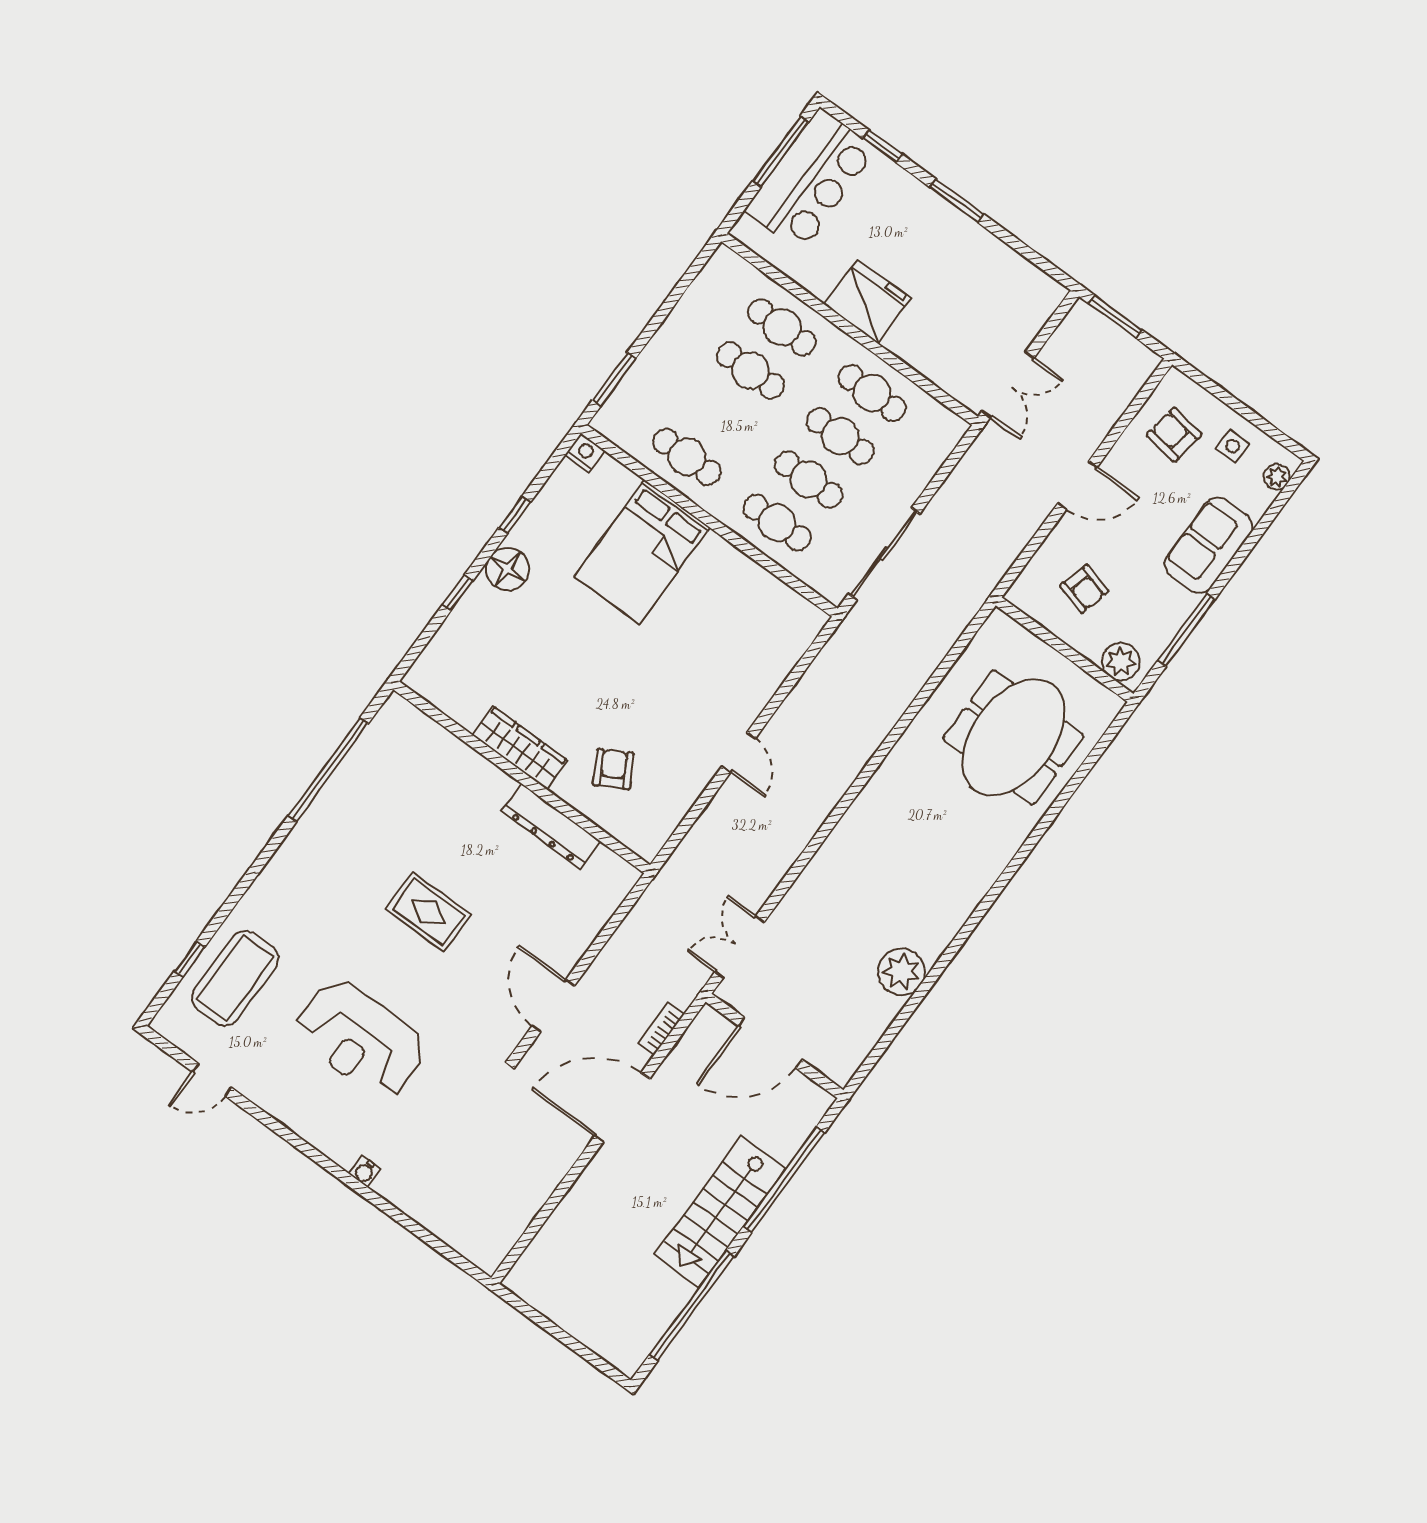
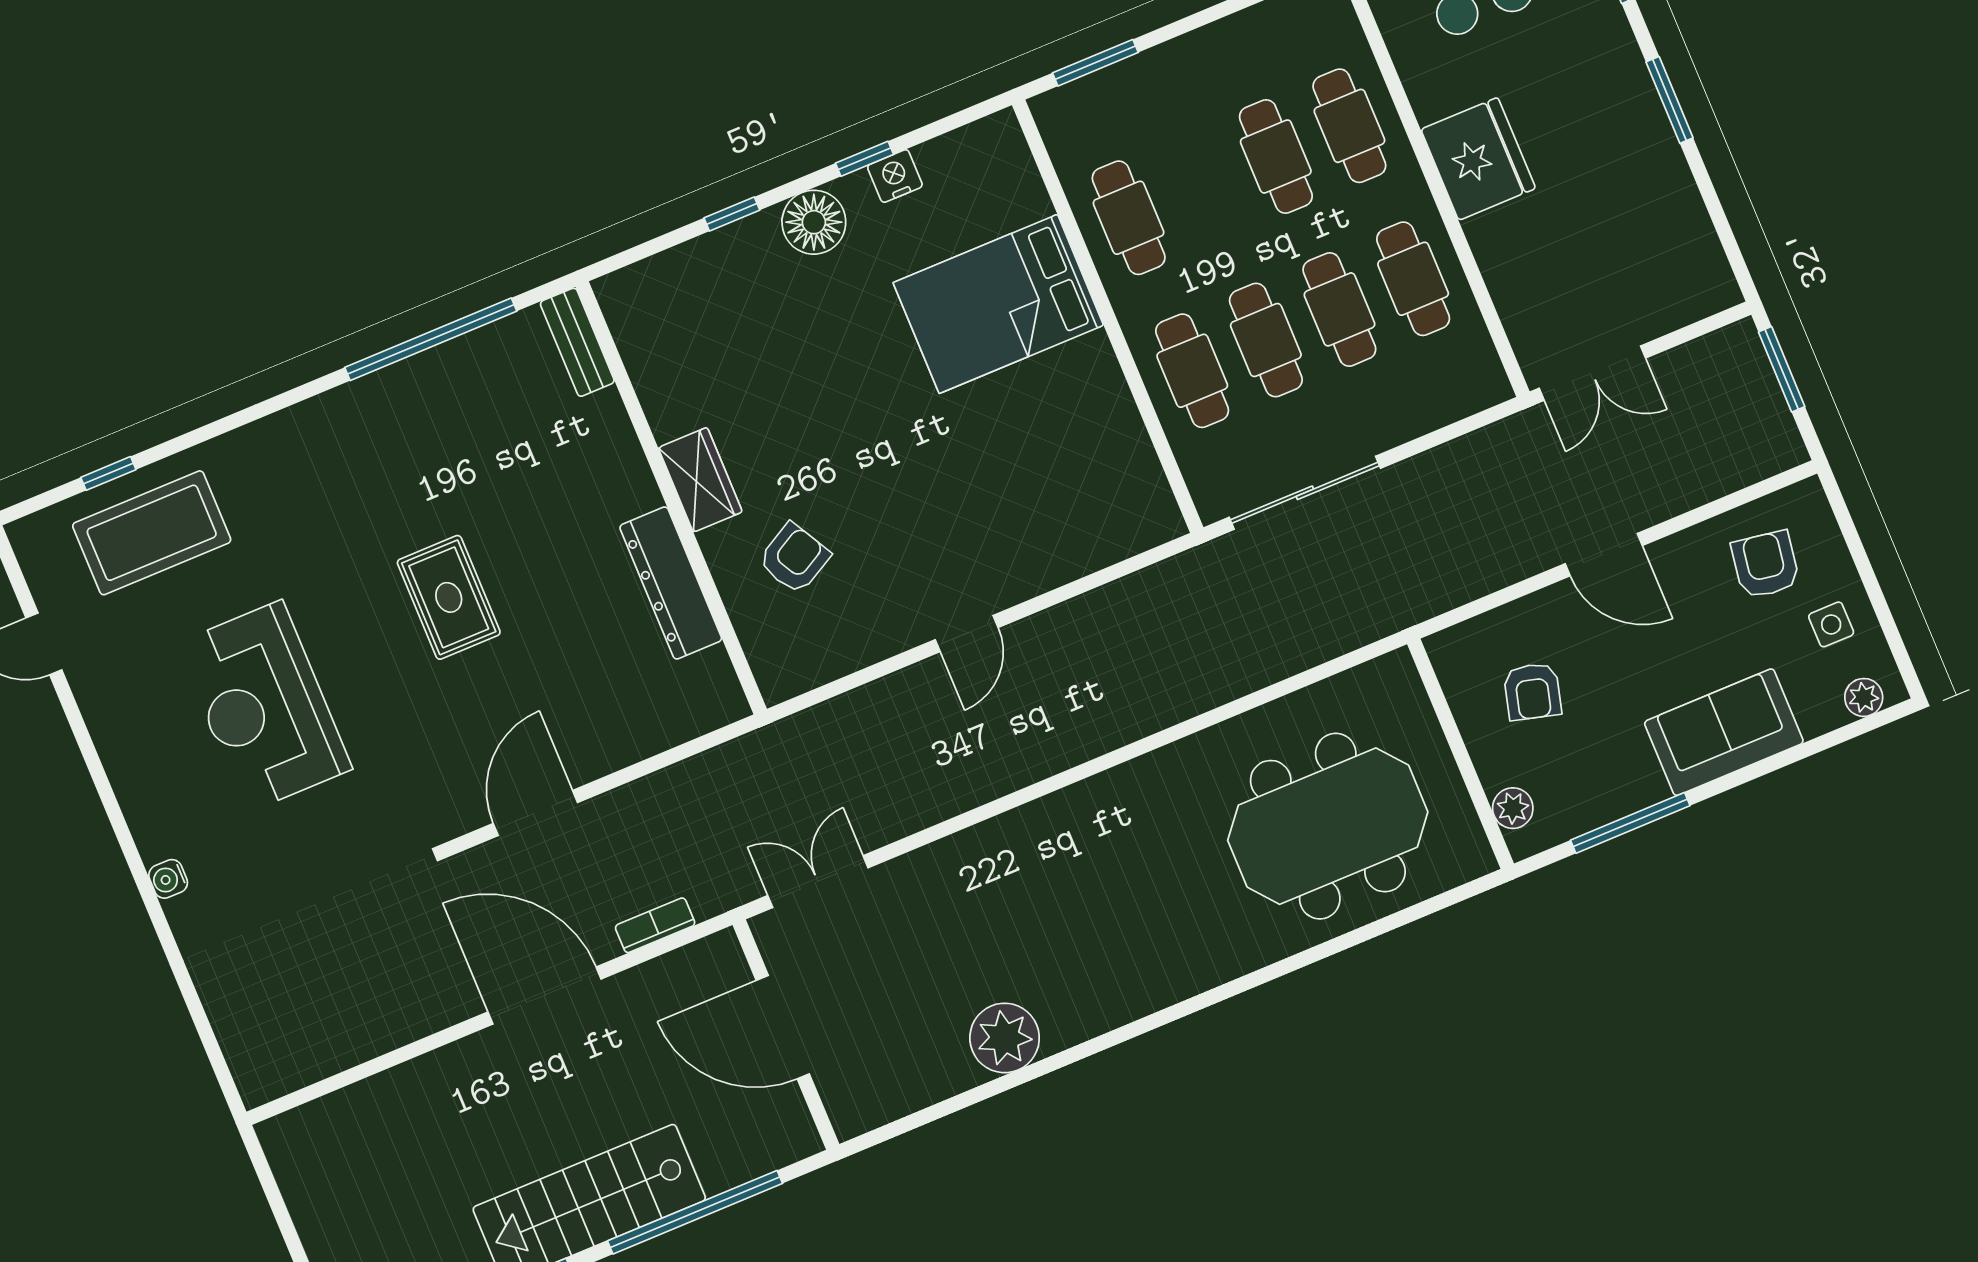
nightstand: (585, 453) -> (895, 176), moved, turned -90
plant: (1121, 661) -> (1513, 808), width x0.73, depth x0.73
bench: (413, 720) -> (577, 342), added
wardrobe: (520, 748) -> (700, 480), width x0.67

